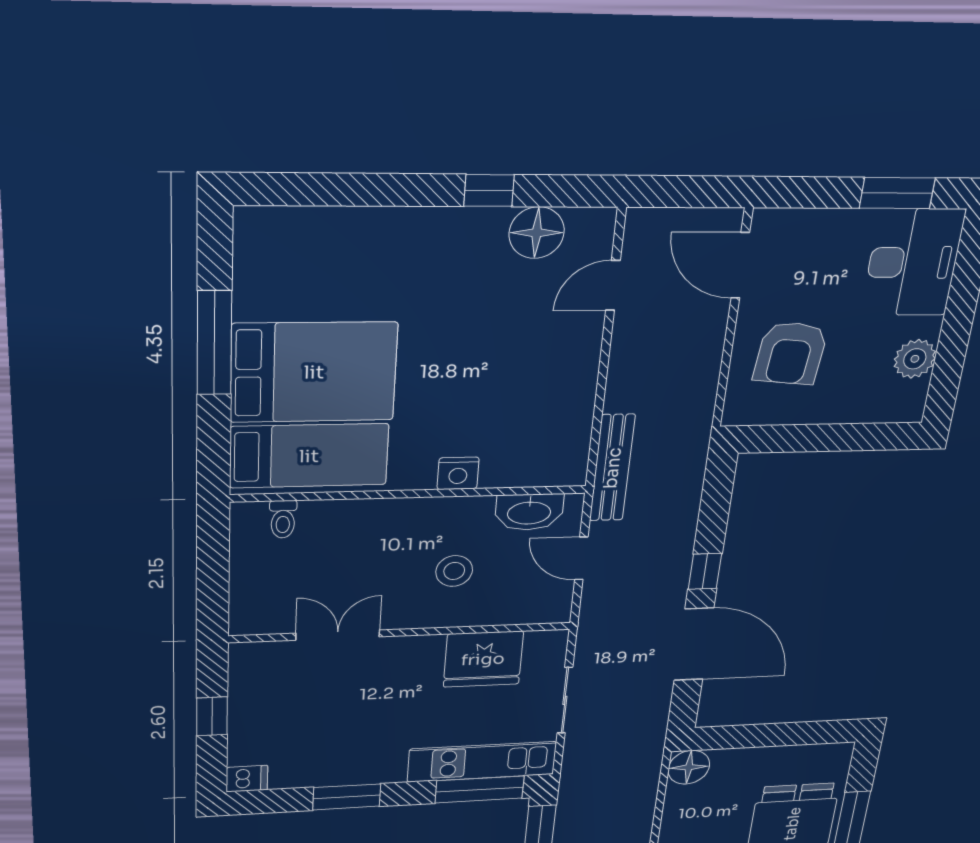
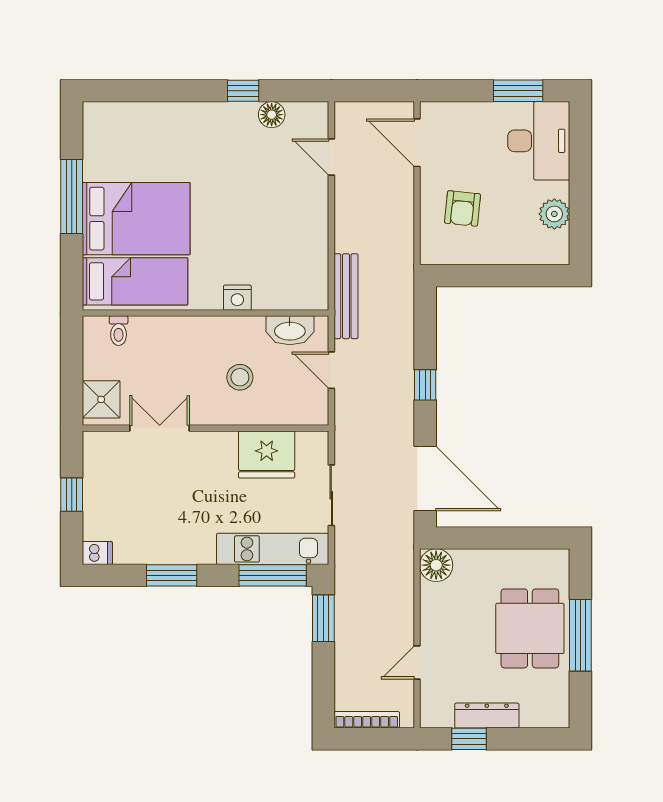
floor lamp: (537, 233) -> (272, 115), width x0.73, depth x0.73
door: (613, 285) -> (331, 157), hinge flipped
armchair: (791, 353) -> (463, 209), width x0.72, depth x0.72
shower: (256, 604) -> (101, 399), added
door: (694, 644) -> (425, 478), moved

